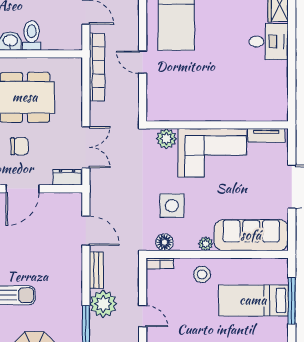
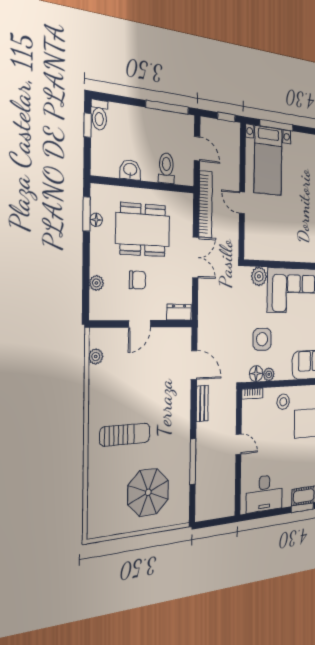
toilet: (32, 35) -> (166, 168), moved
double door: (86, 147) -> (196, 257), moved
door: (23, 189) -> (140, 324), width x0.73
plant: (206, 244) -> (269, 374), moved
plant: (103, 304) -> (207, 436), removed

